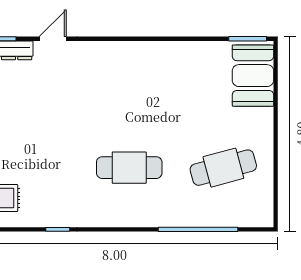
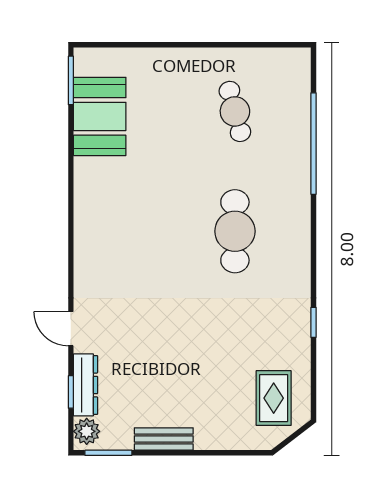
booth: (253, 76) -> (100, 116), moved, turned 90
cafe table: (223, 168) -> (235, 111), width x0.73, depth x0.74

